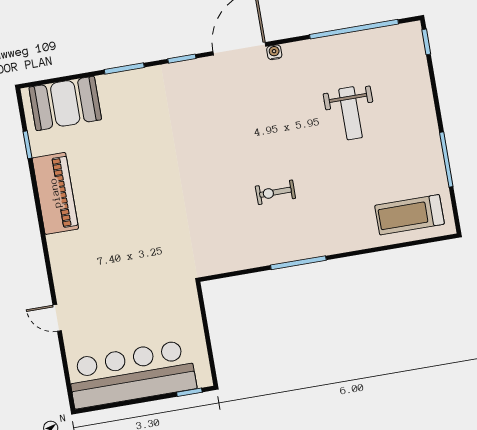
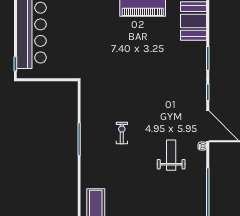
weight bench: (351, 113) -> (171, 155), moved, turned 90

